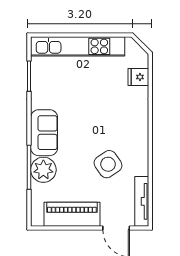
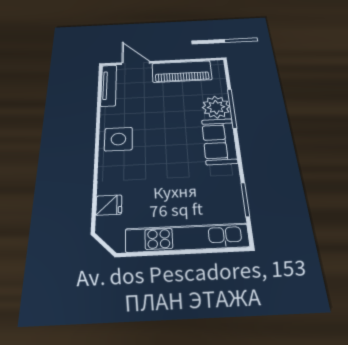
side table: (108, 164) -> (118, 139), moved, turned 34

